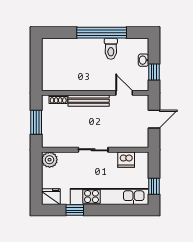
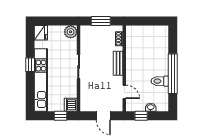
door: (124, 93) -> (124, 92), hinge flipped
bench: (89, 101) -> (118, 63), width x0.73
dishwasher: (126, 160) -> (71, 105), moved
window: (154, 186) -> (61, 116), moved
window: (75, 210) -> (30, 65), moved

